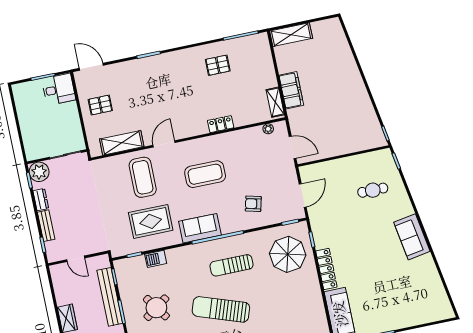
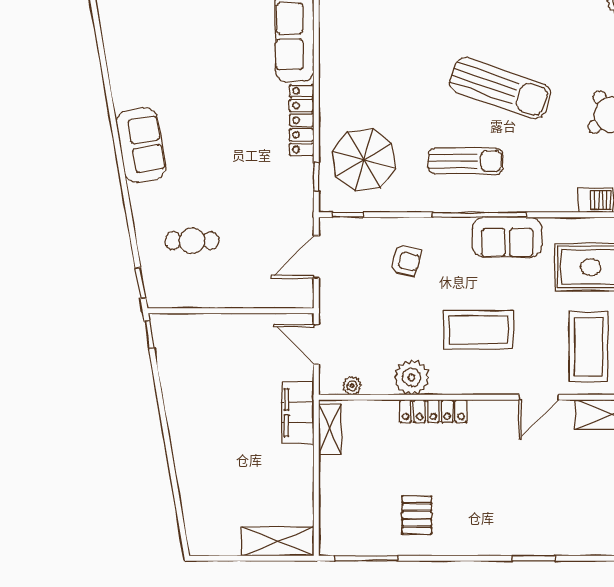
pallet: (218, 65) -> (417, 515), turned 90
filing cabinet: (291, 90) -> (298, 413), moved
locker: (221, 124) -> (433, 411), width x1.53
plant: (236, 140) -> (411, 377), added

